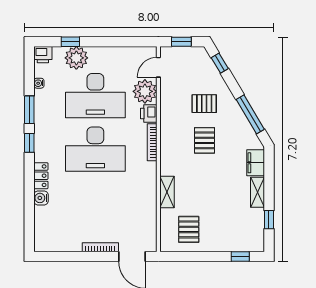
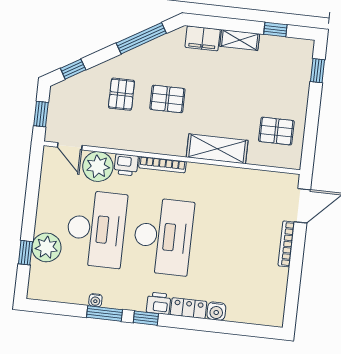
printer: (43, 55) -> (159, 303), moved, turned -90
water cooler: (39, 83) -> (95, 300), moved
shelving: (167, 192) -> (217, 149), width x1.50, depth x1.33

